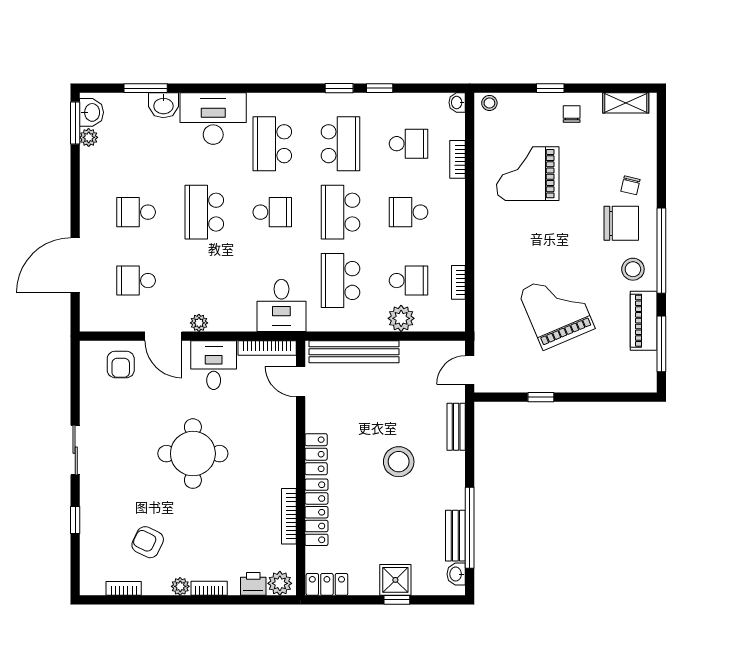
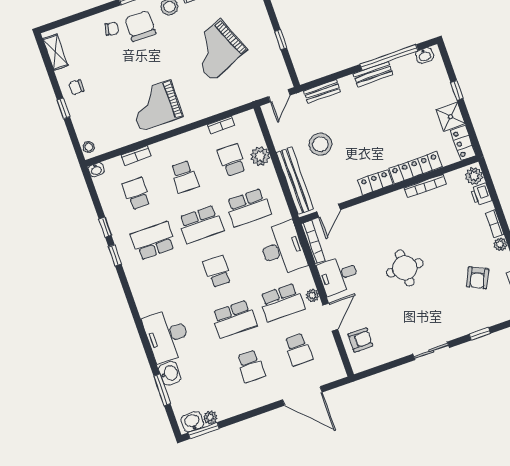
school desk: (272, 144) -> (282, 302), moved
grand piano: (528, 174) -> (155, 105), moved, turned 90
desk: (281, 305) -> (282, 249), width x1.37
door: (470, 370) -> (279, 96), hinge flipped
round table: (193, 454) -> (405, 268), width x0.73, depth x0.73
stool: (399, 462) -> (320, 144), moved
bench: (455, 536) -> (373, 74), moved
shower: (395, 580) -> (450, 117), moved

